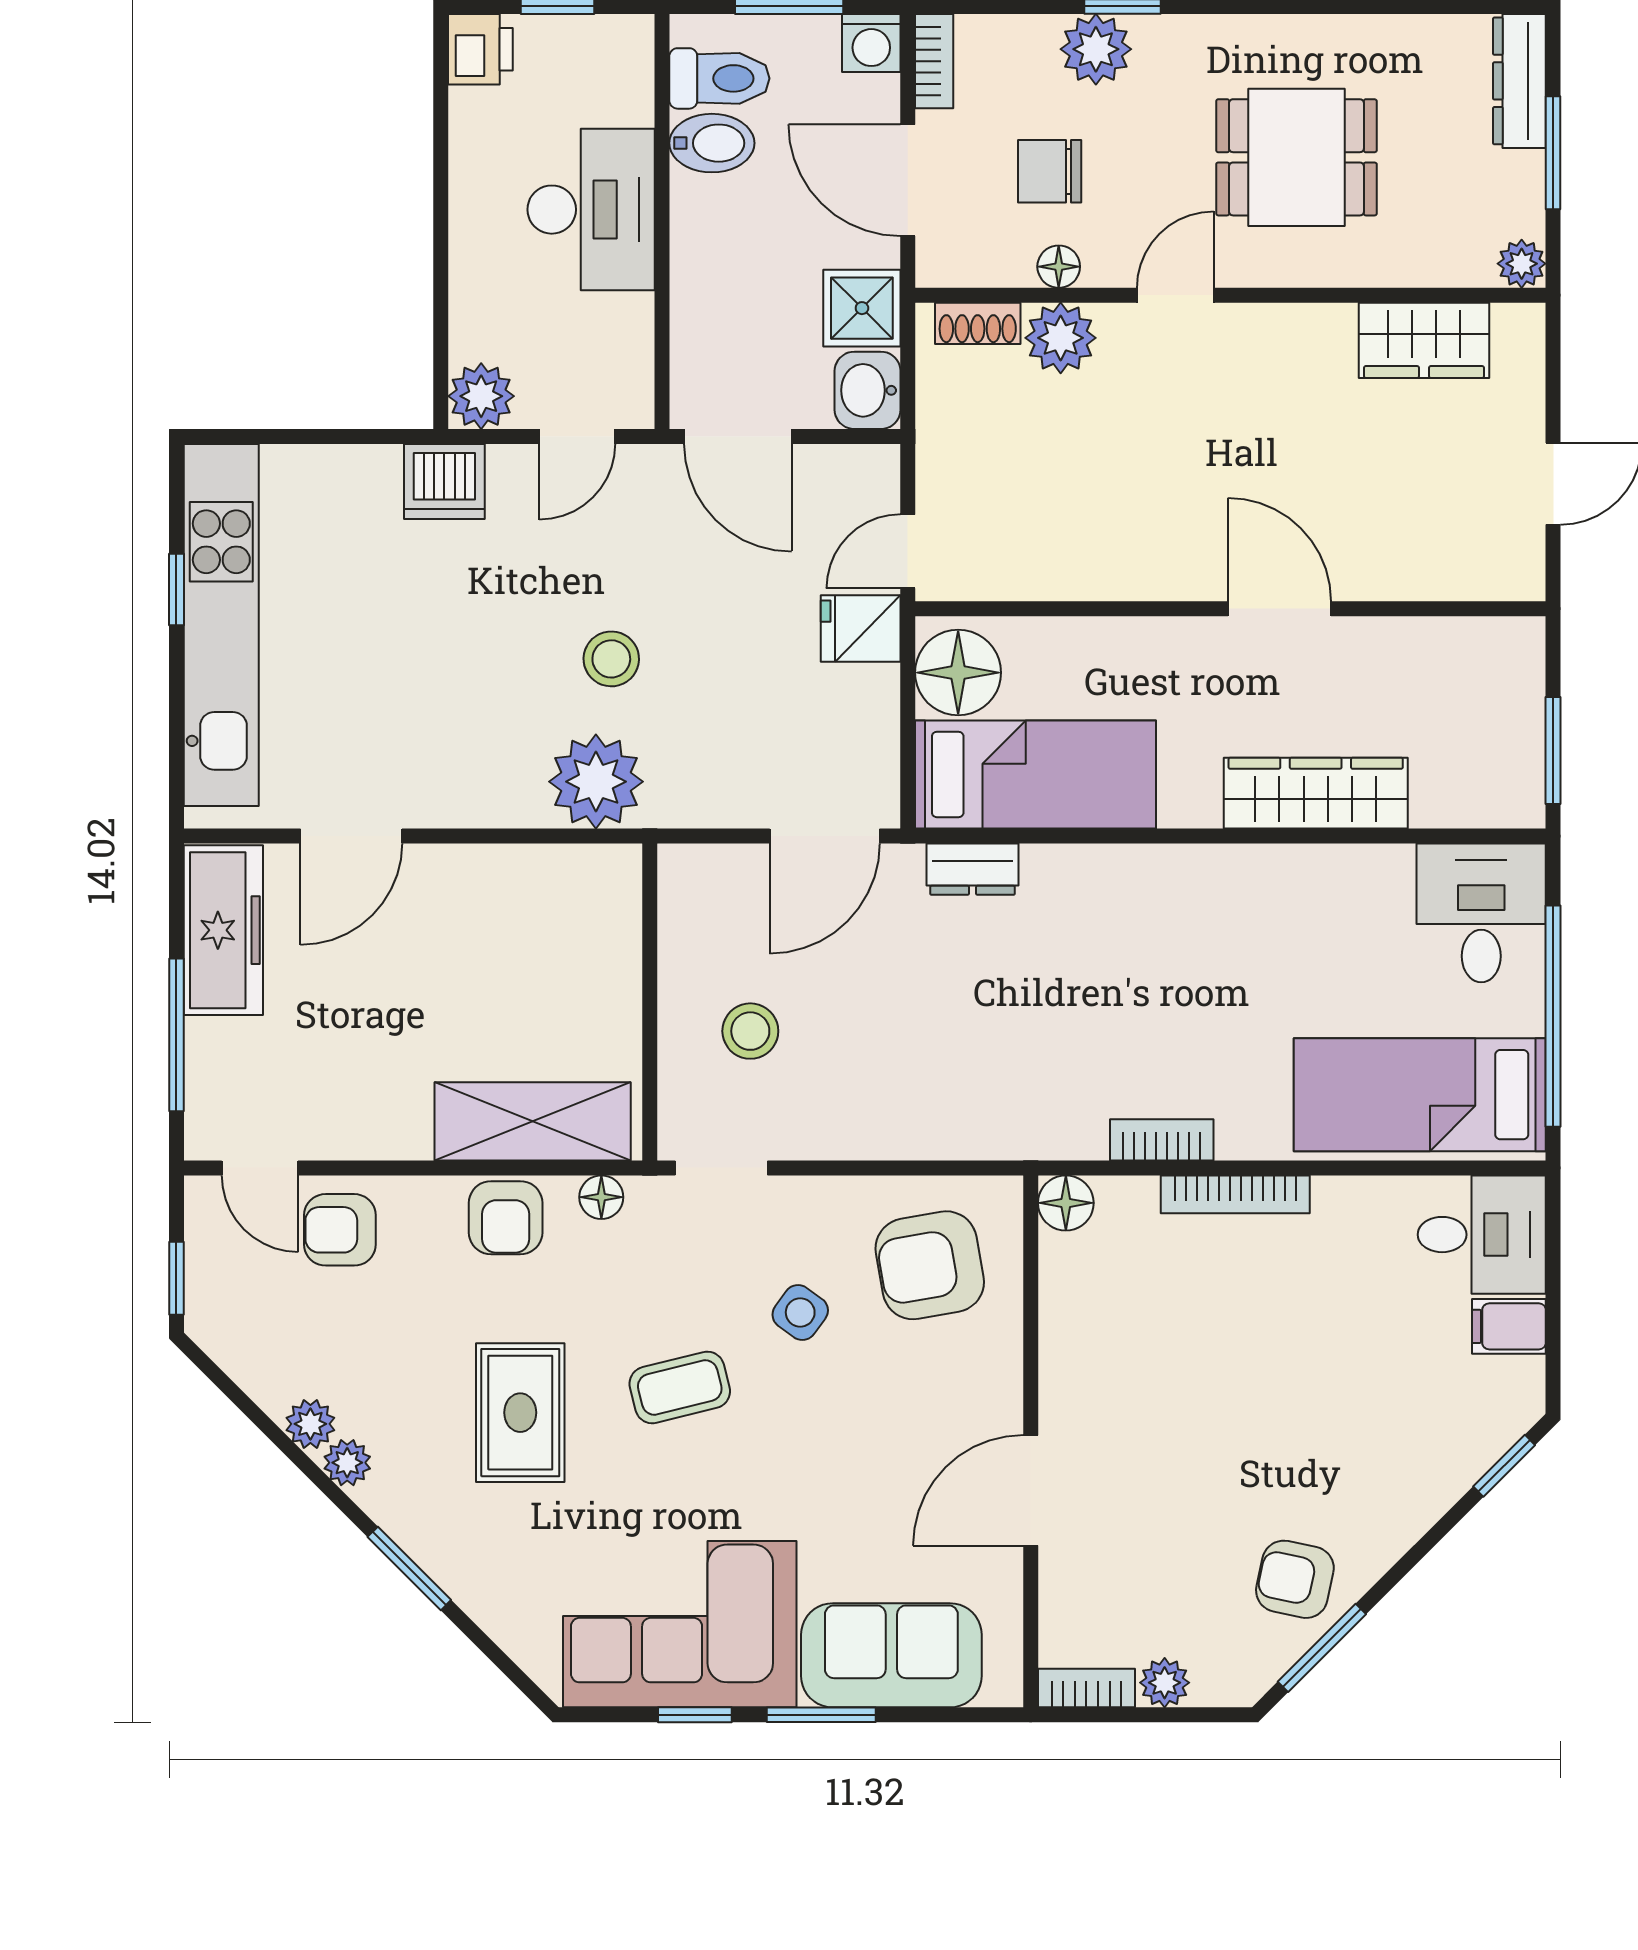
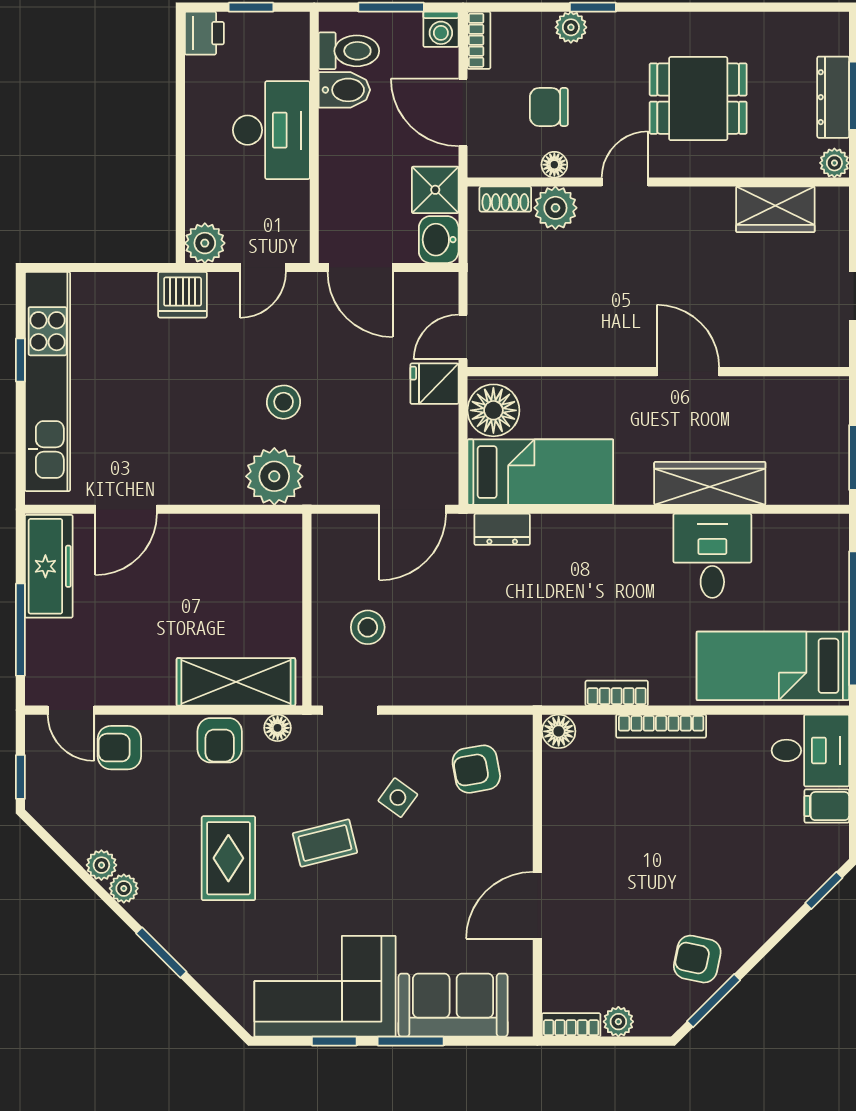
plant: (1096, 49) -> (571, 27), width x0.73, depth x0.73
dresser: (1519, 81) -> (833, 97), moved
desk: (1481, 913) -> (712, 556), moved
armchair: (930, 1265) -> (476, 769), width x0.72, depth x0.72

